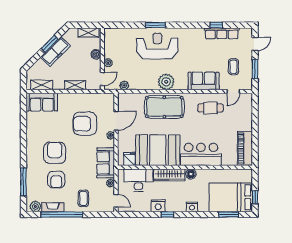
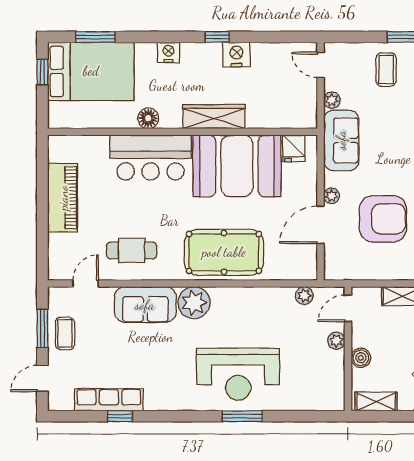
coffee table: (233, 67) -> (65, 333), moved
plant: (166, 82) -> (194, 303), moved
piano: (245, 148) -> (63, 198), moved
floor lamp: (191, 174) -> (148, 118), moved
desk: (138, 180) -> (276, 106), removed

